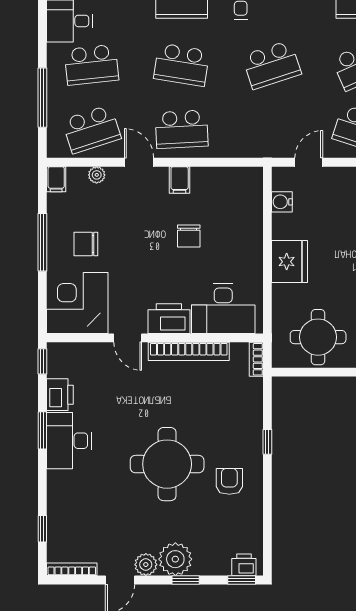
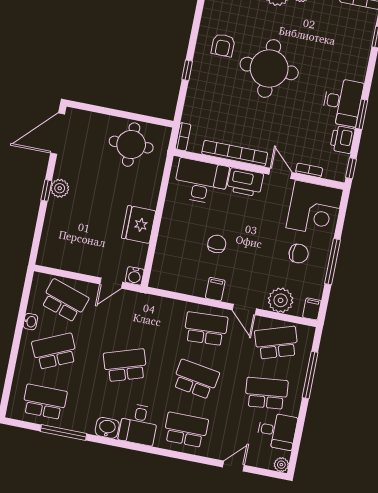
plant: (97, 175) -> (281, 300), width x1.88, depth x1.88
water cooler: (282, 202) -> (135, 276), moved, turned 90
fridge: (289, 262) -> (139, 224), moved
bookcase: (93, 349) -> (309, 170), added

